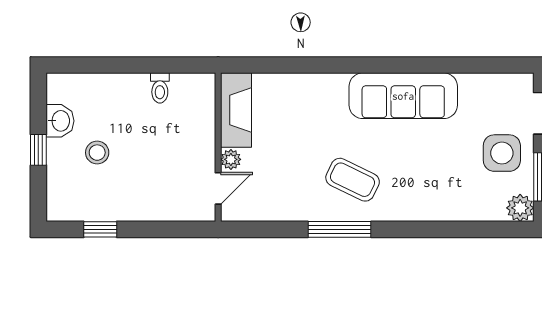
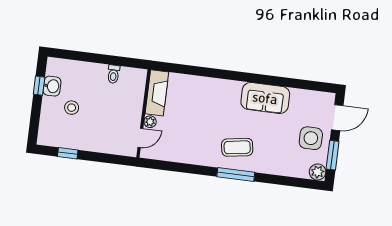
sofa: (403, 96) -> (265, 98), width x0.73
window: (38, 150) -> (39, 86), moved
coffee table: (353, 180) -> (237, 147), moved, turned -35
window: (340, 229) -> (236, 174), moved

